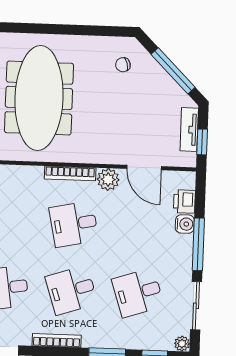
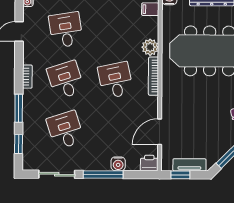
plant: (108, 179) -> (150, 47), moved
printer: (184, 202) -> (149, 163), moved
bookcase: (57, 340) -> (27, 77), width x0.64
plant: (182, 344) -> (28, 164), removed

